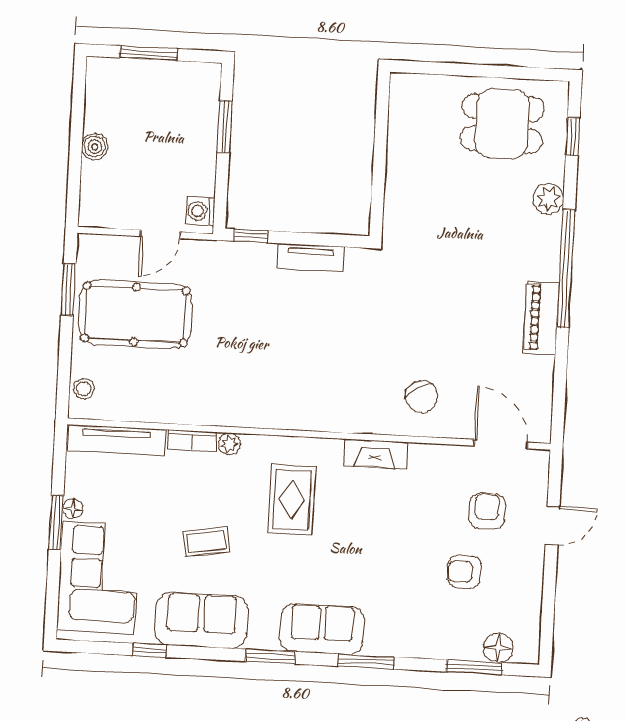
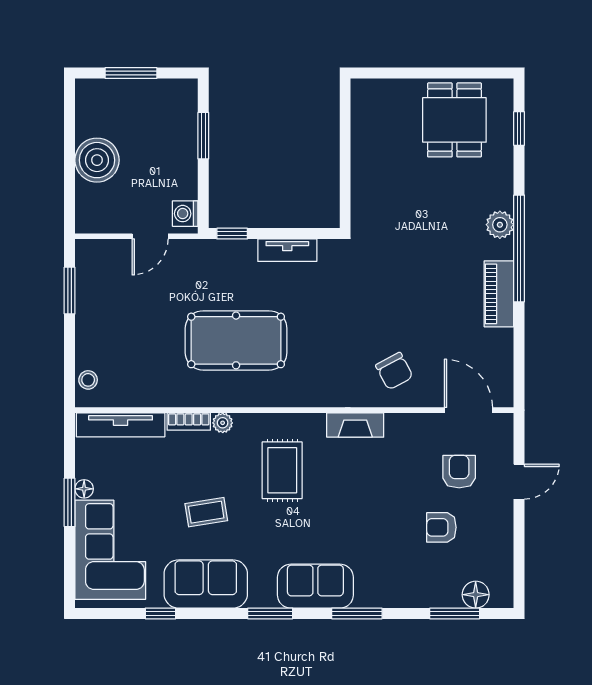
dining table: (502, 124) -> (454, 120), turned 90
boiler: (95, 147) -> (97, 160), width x1.86, depth x1.86
plant: (548, 199) -> (500, 225), moved
pool table: (135, 314) -> (236, 340), moved

